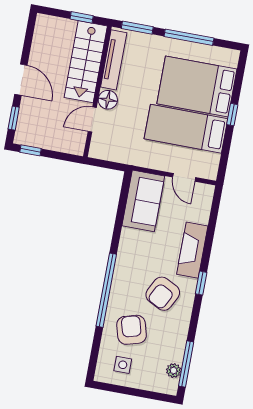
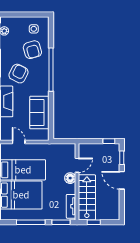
tv unit: (114, 60) -> (71, 206), width x0.71
sofa: (143, 201) -> (39, 113), moved

